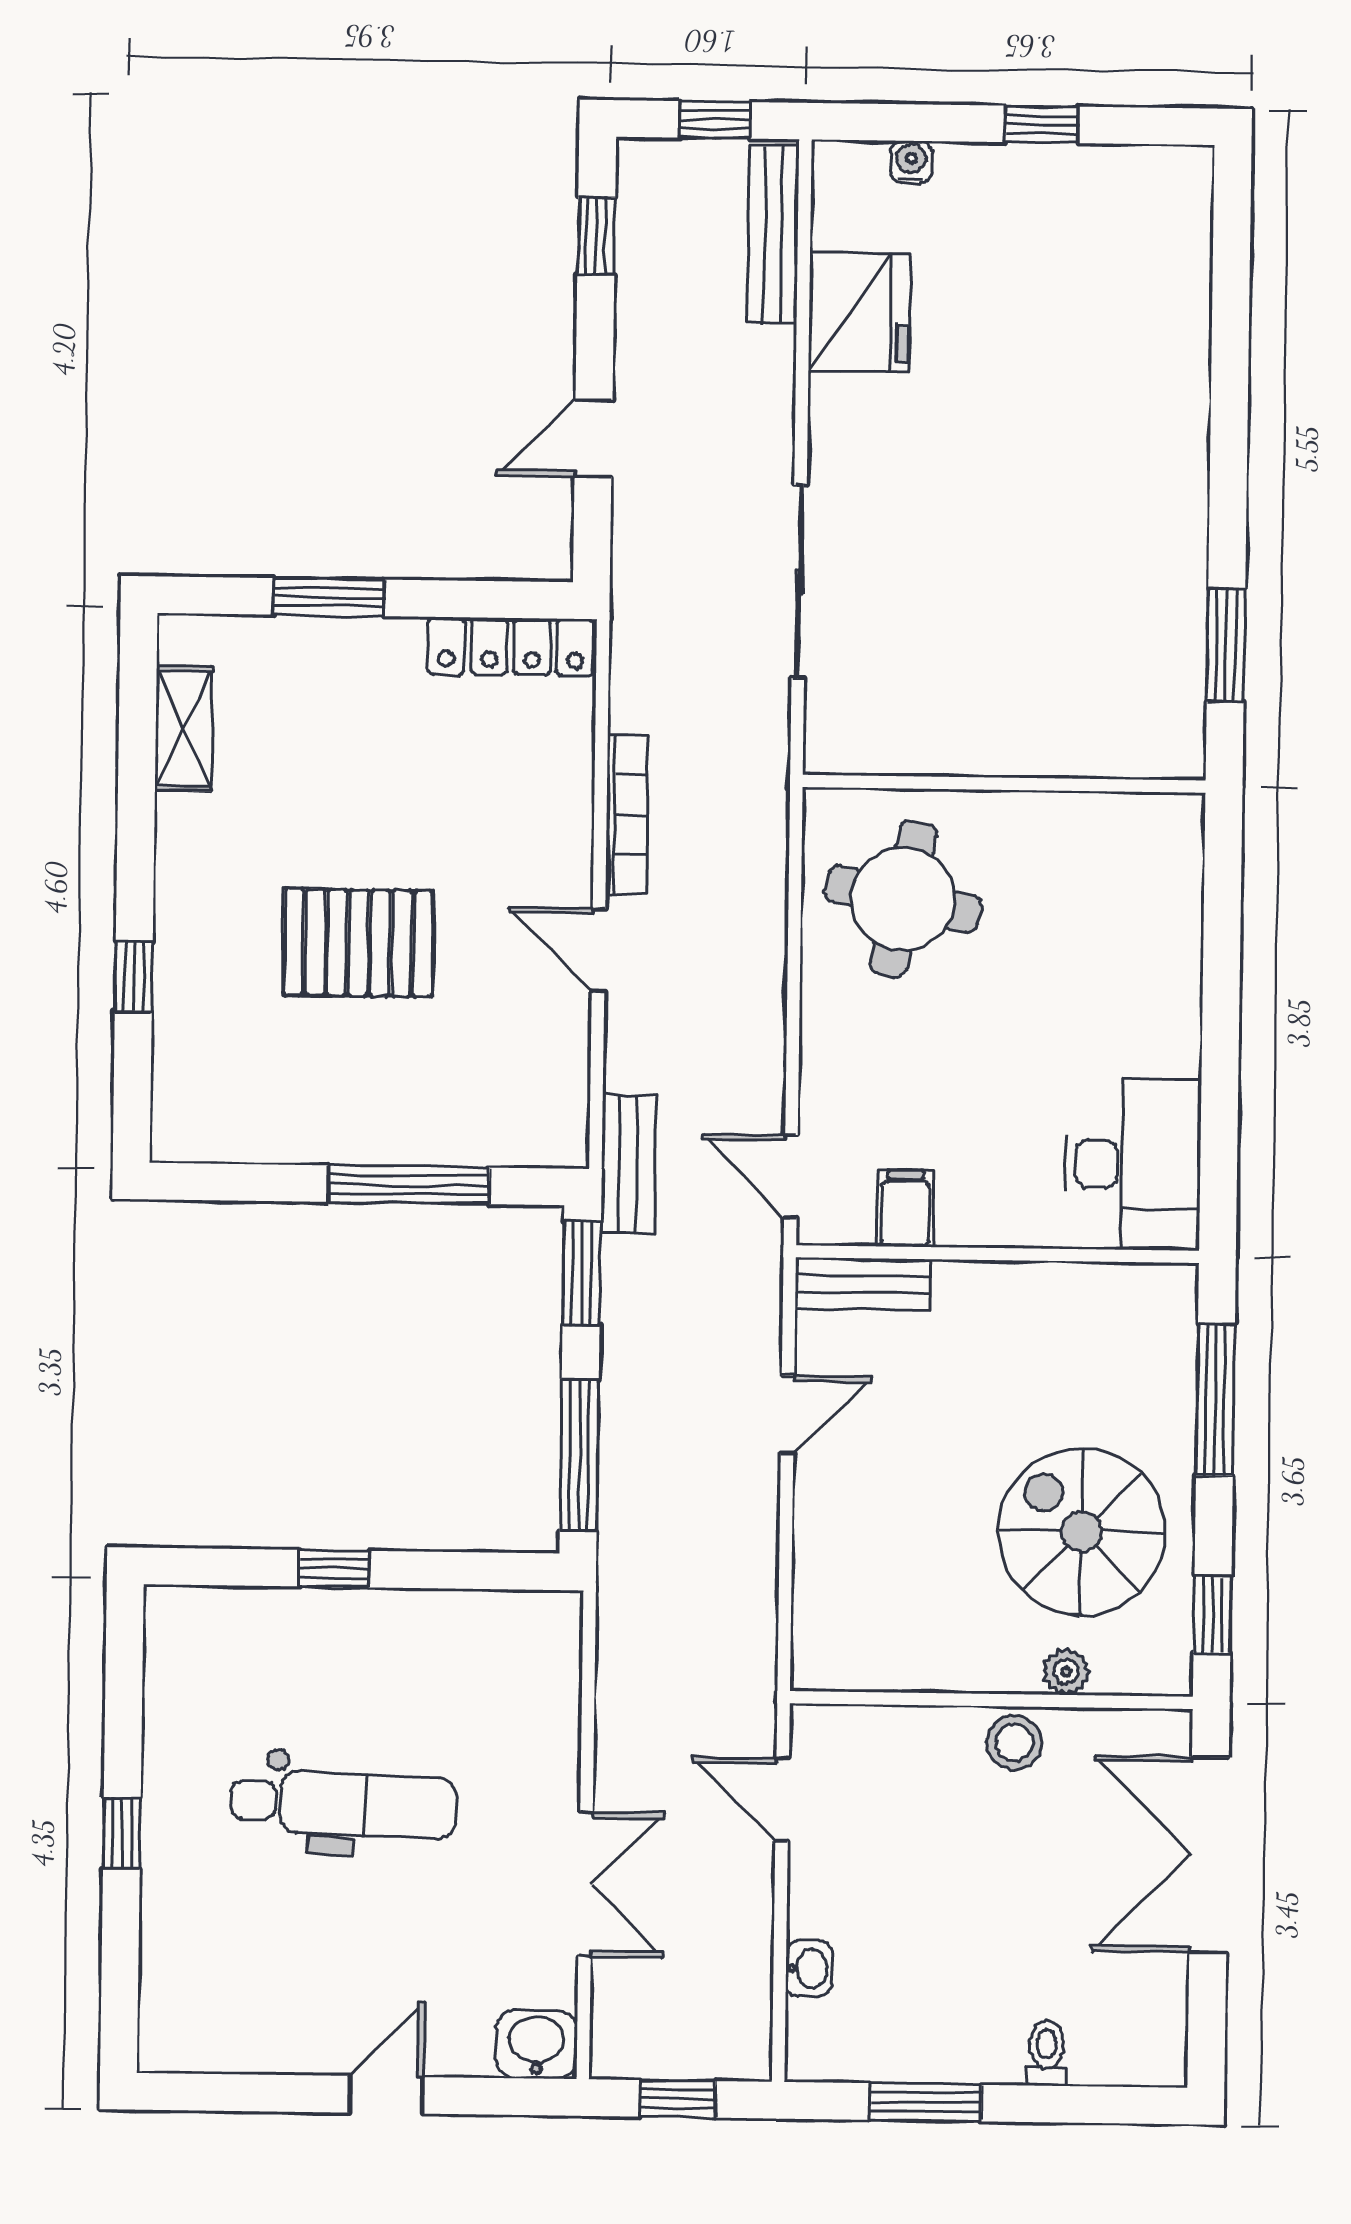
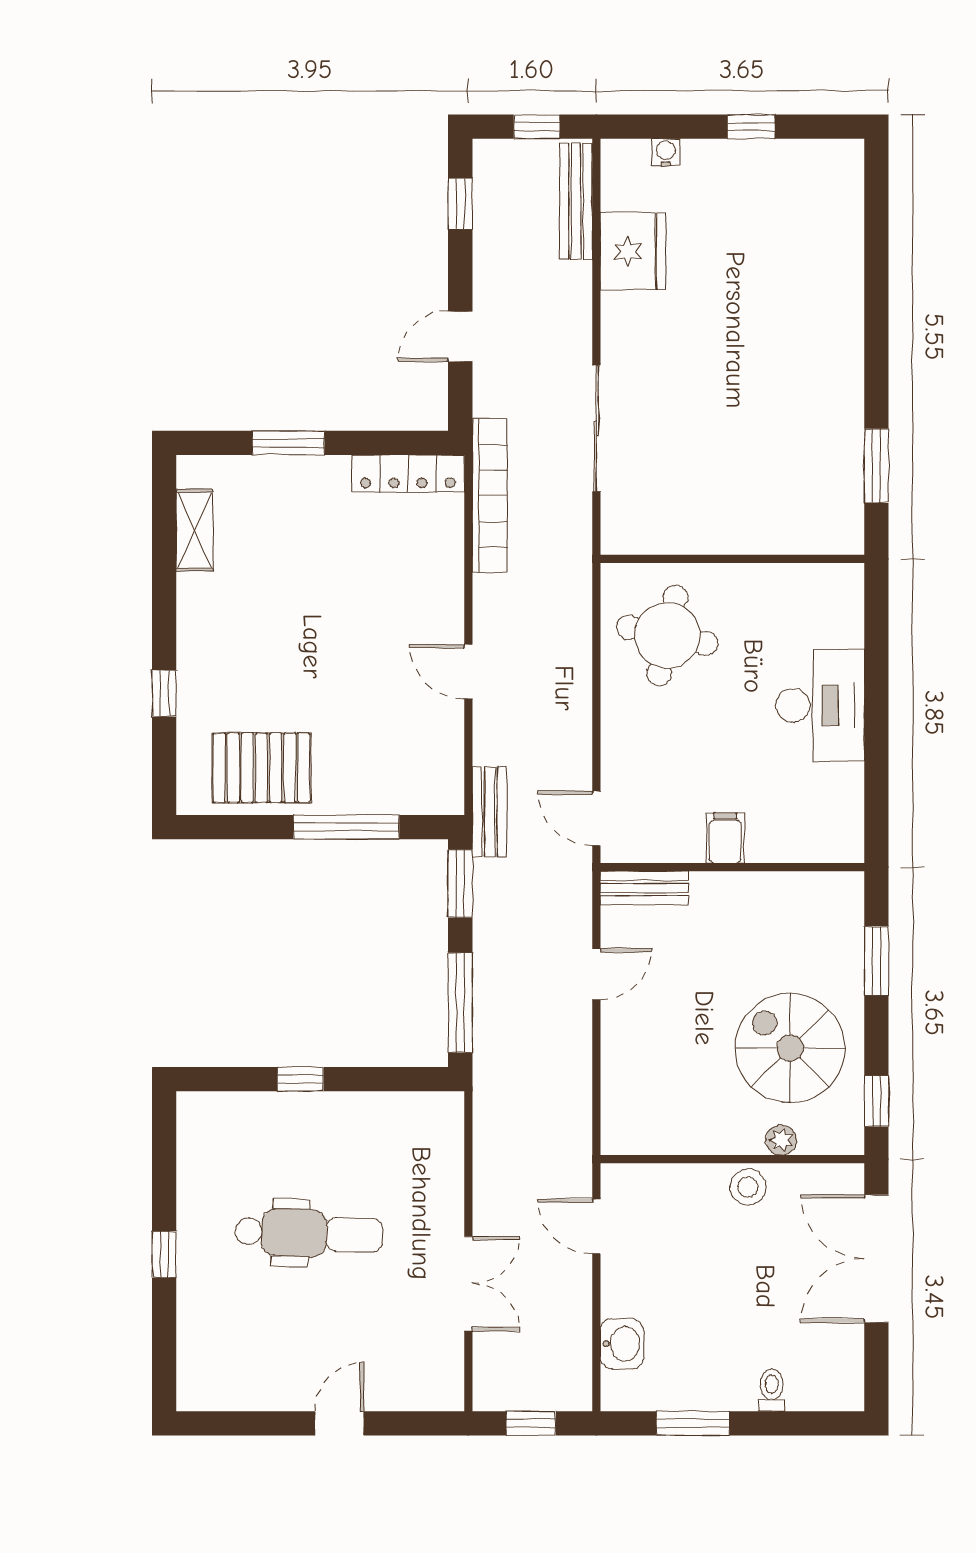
bookcase: (627, 814) -> (490, 496), moved, width x1.48, depth x1.31
pallet: (359, 943) -> (262, 768), moved
desk: (1133, 1164) -> (820, 705), moved
filing cabinet: (905, 1208) -> (725, 838), moved
window: (1215, 1400) -> (876, 961), width x0.69
washbasin: (809, 1968) -> (622, 1344), width x1.38, depth x1.45
washbasin: (536, 2044) -> (438, 1389), removed

